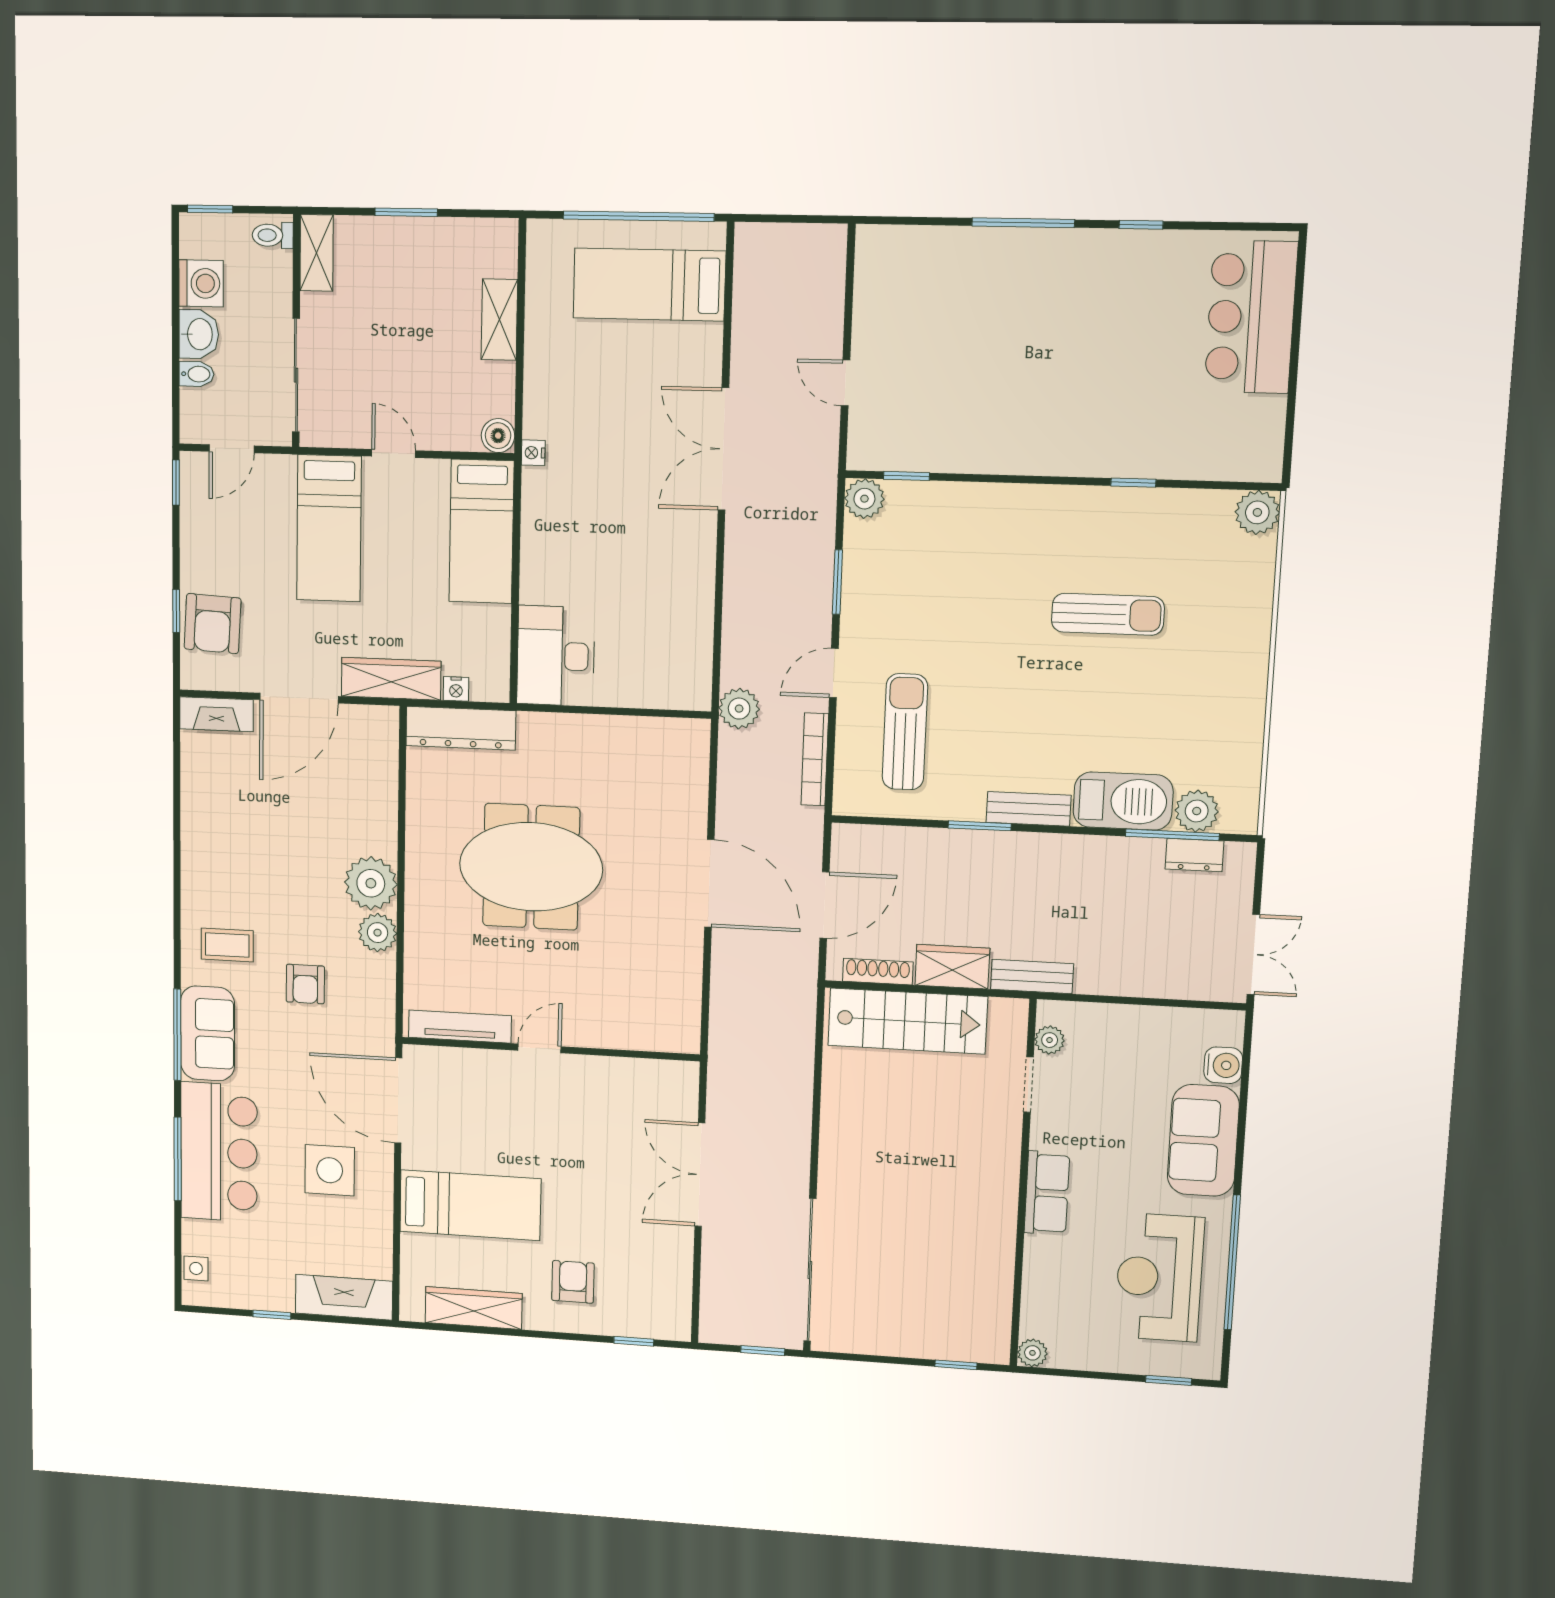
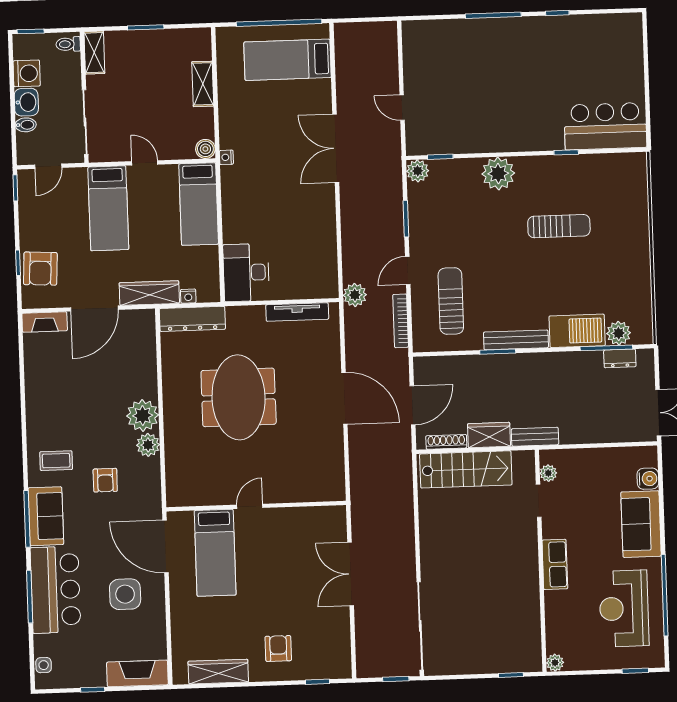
bar counter: (1251, 317) -> (605, 126), moved, turned 90
plant: (1257, 512) -> (498, 173), moved, width x1.36, depth x1.36
bench: (1029, 809) -> (516, 340), width x1.36
meeting table: (531, 867) -> (239, 397), turned 90
tv unit: (460, 1027) -> (297, 312), moved, turned 180
bed: (470, 1205) -> (215, 553), moved, turned 90

